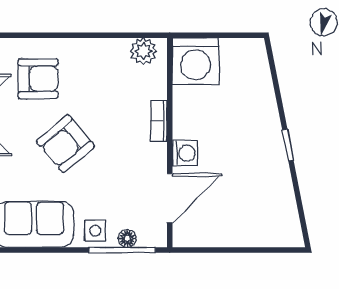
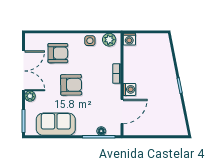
washing machine: (196, 61) -> (129, 39), width x0.53, depth x0.53
armchair: (65, 144) -> (71, 85), turned -141
side table: (95, 231) -> (90, 41), moved

